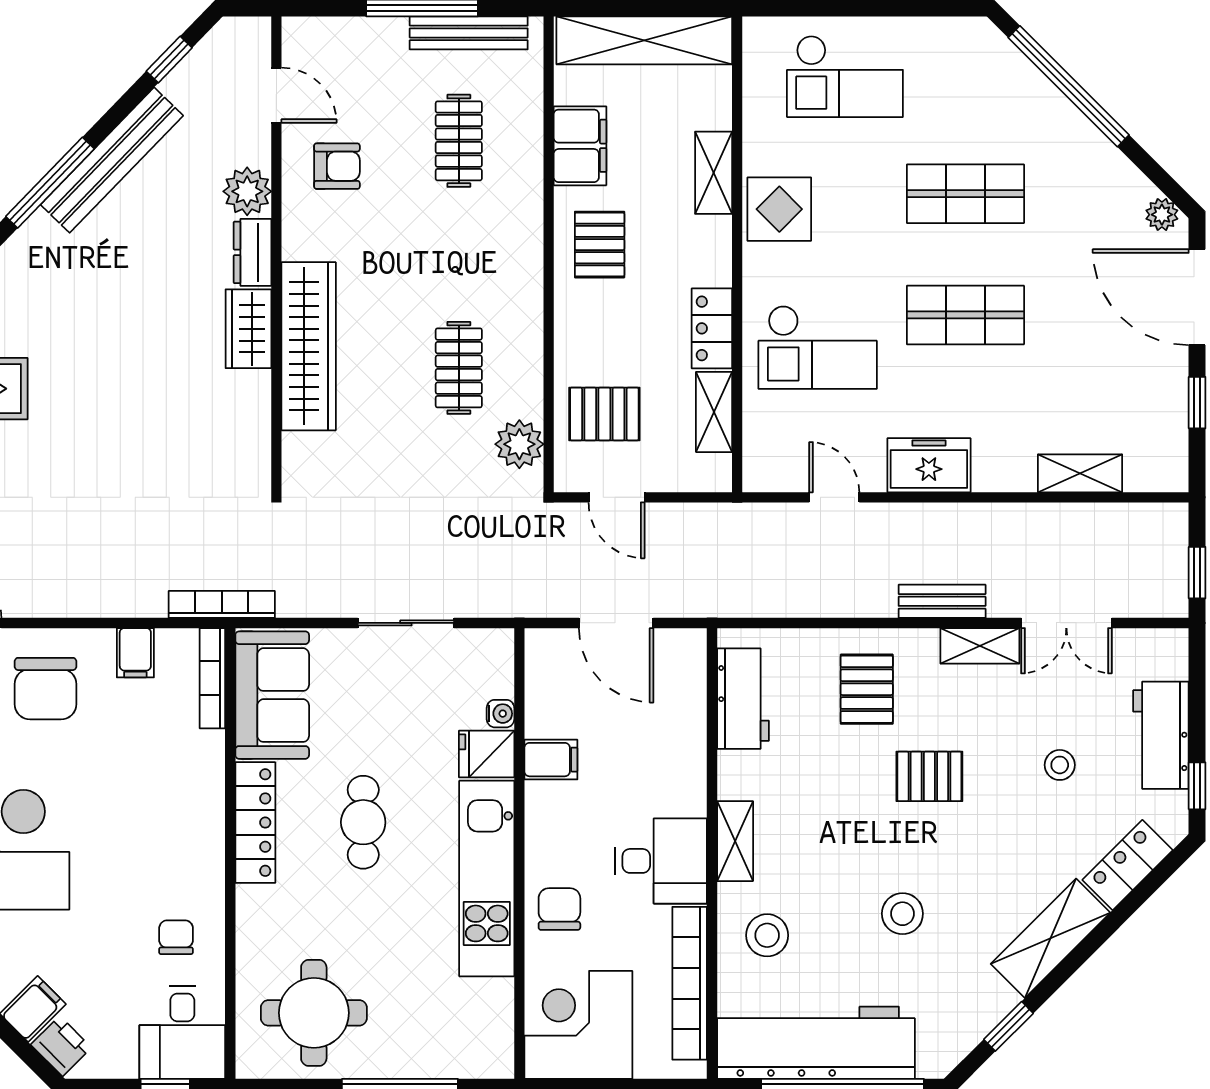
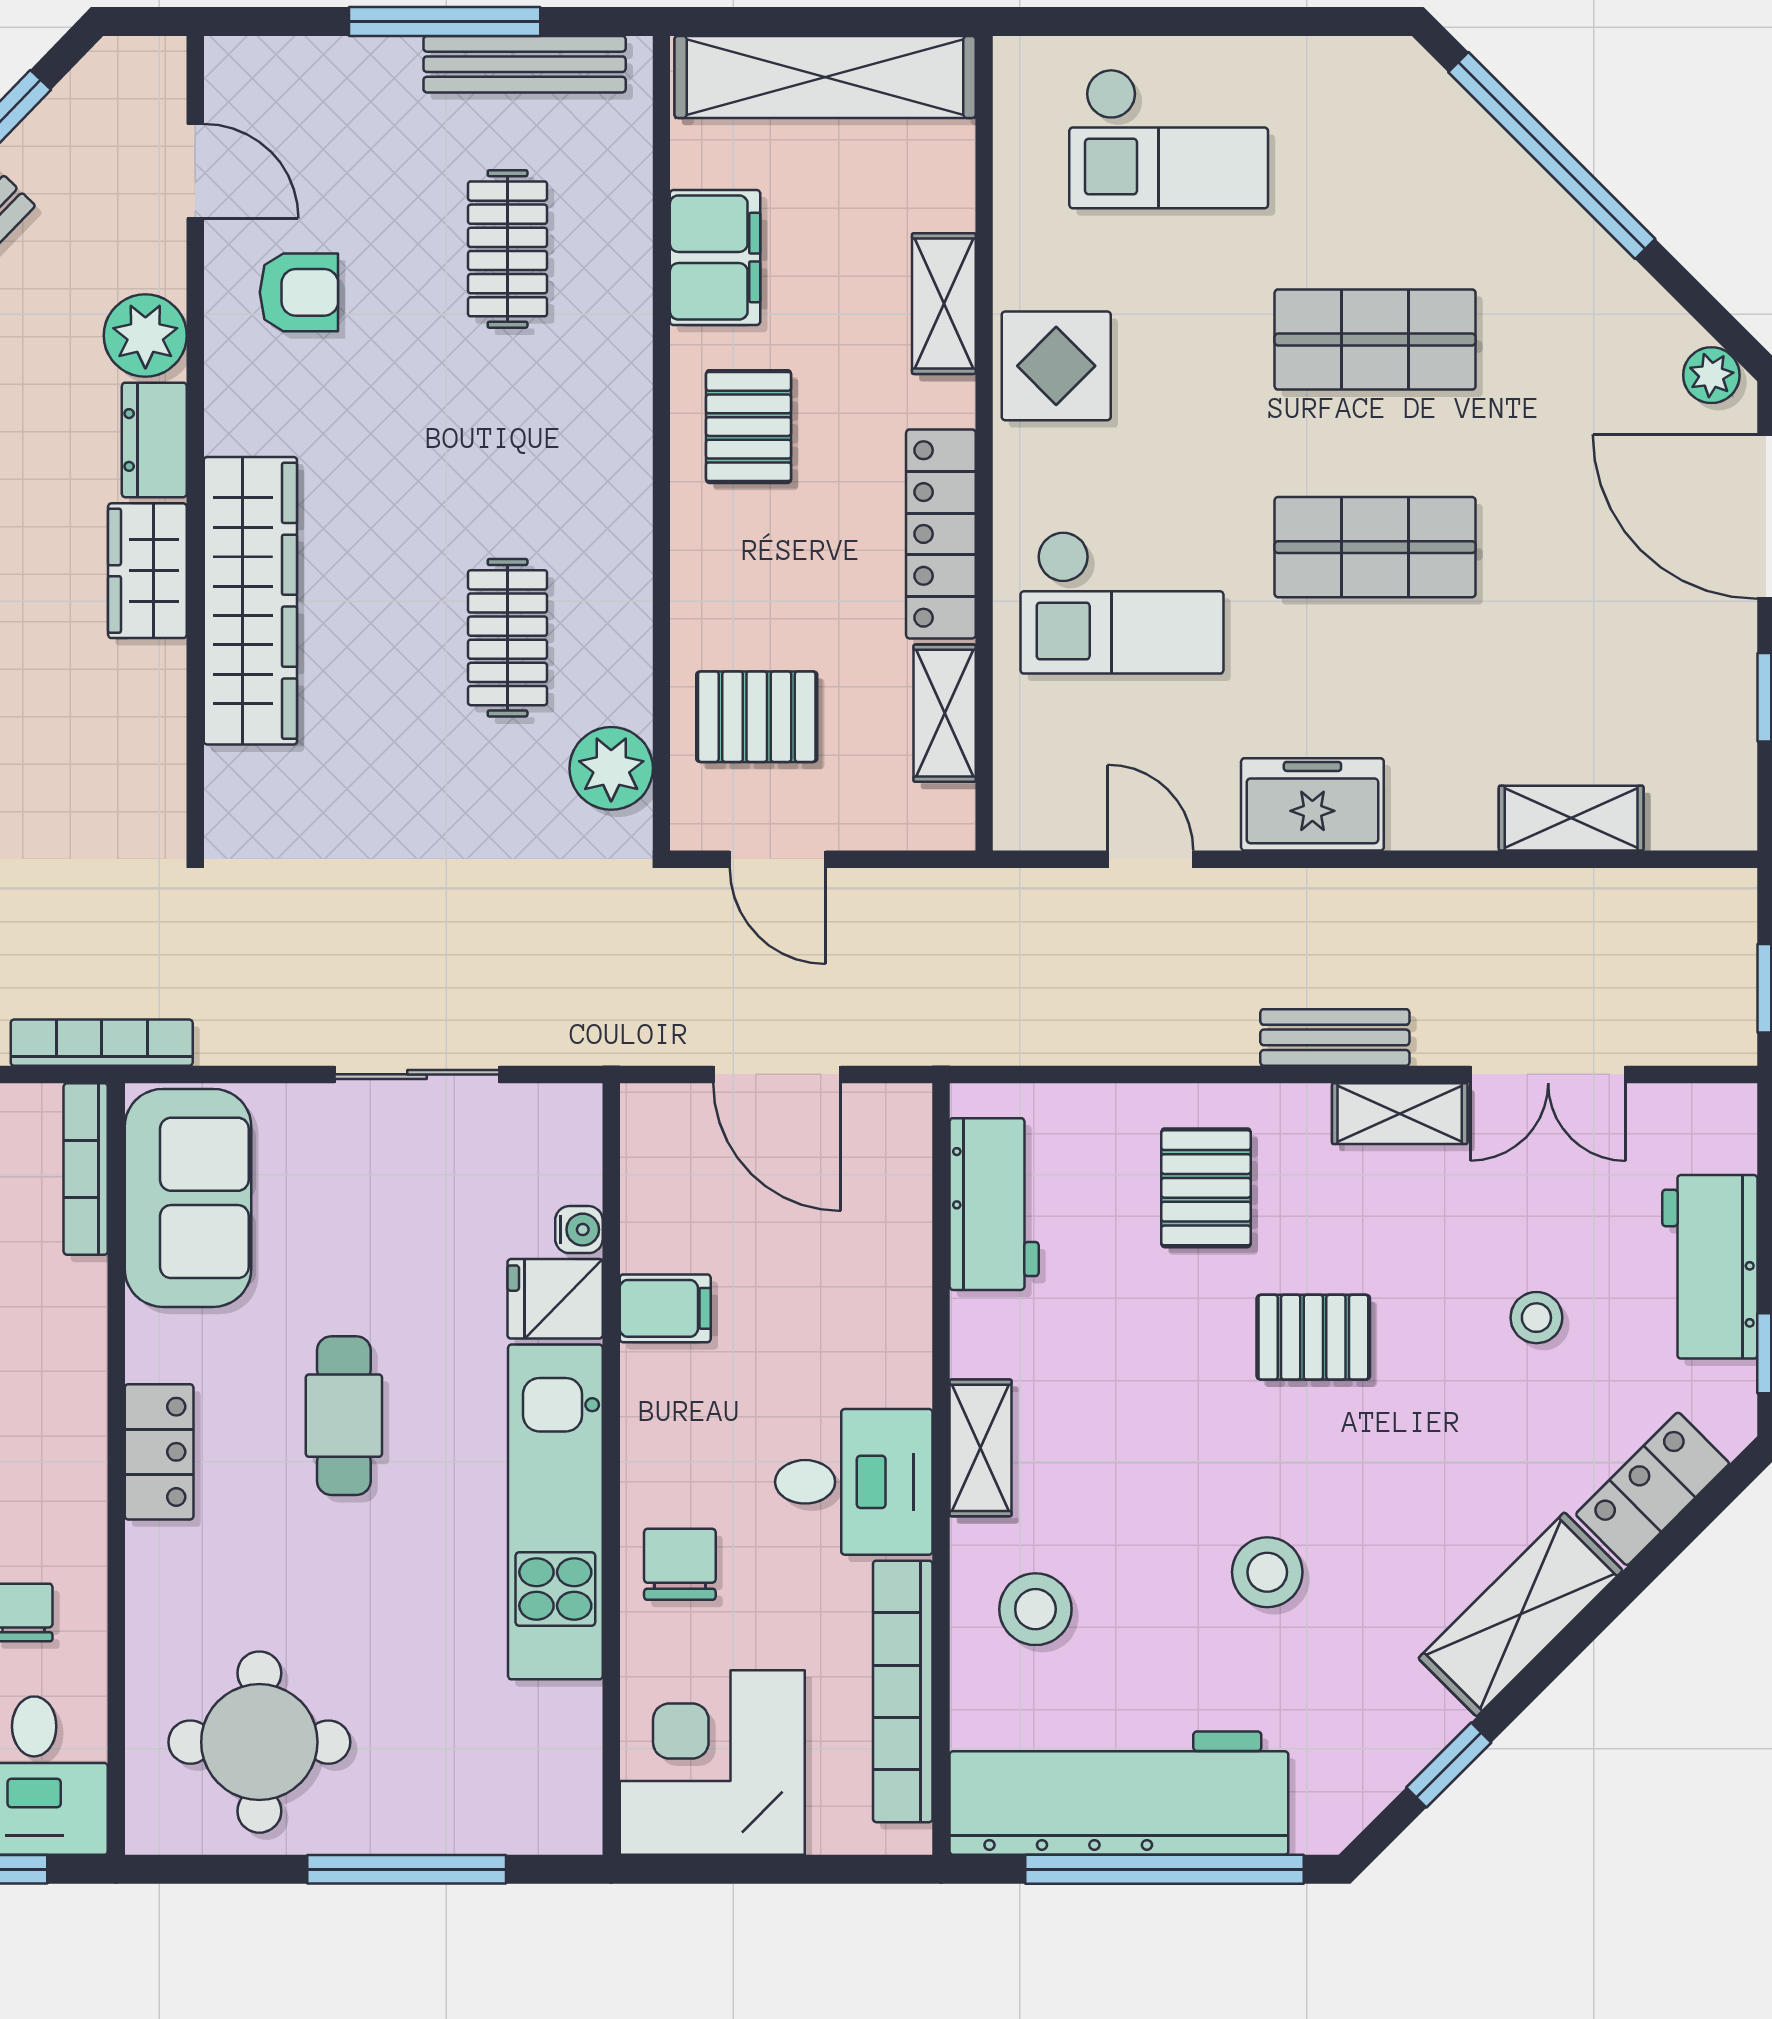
locker: (712, 328) -> (941, 534), width x1.53
locker: (255, 823) -> (159, 1452), width x0.66

